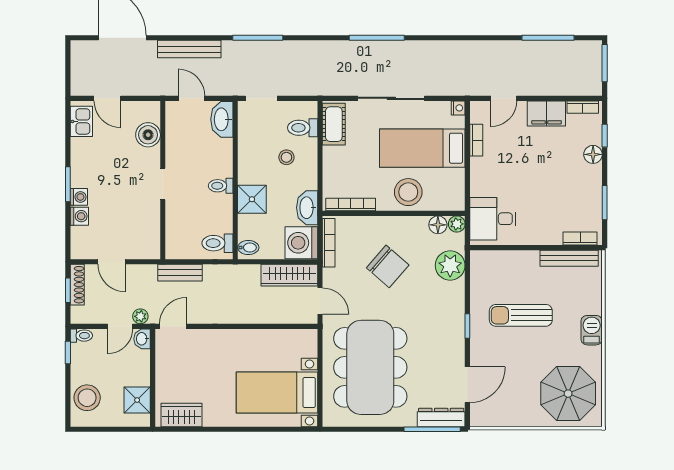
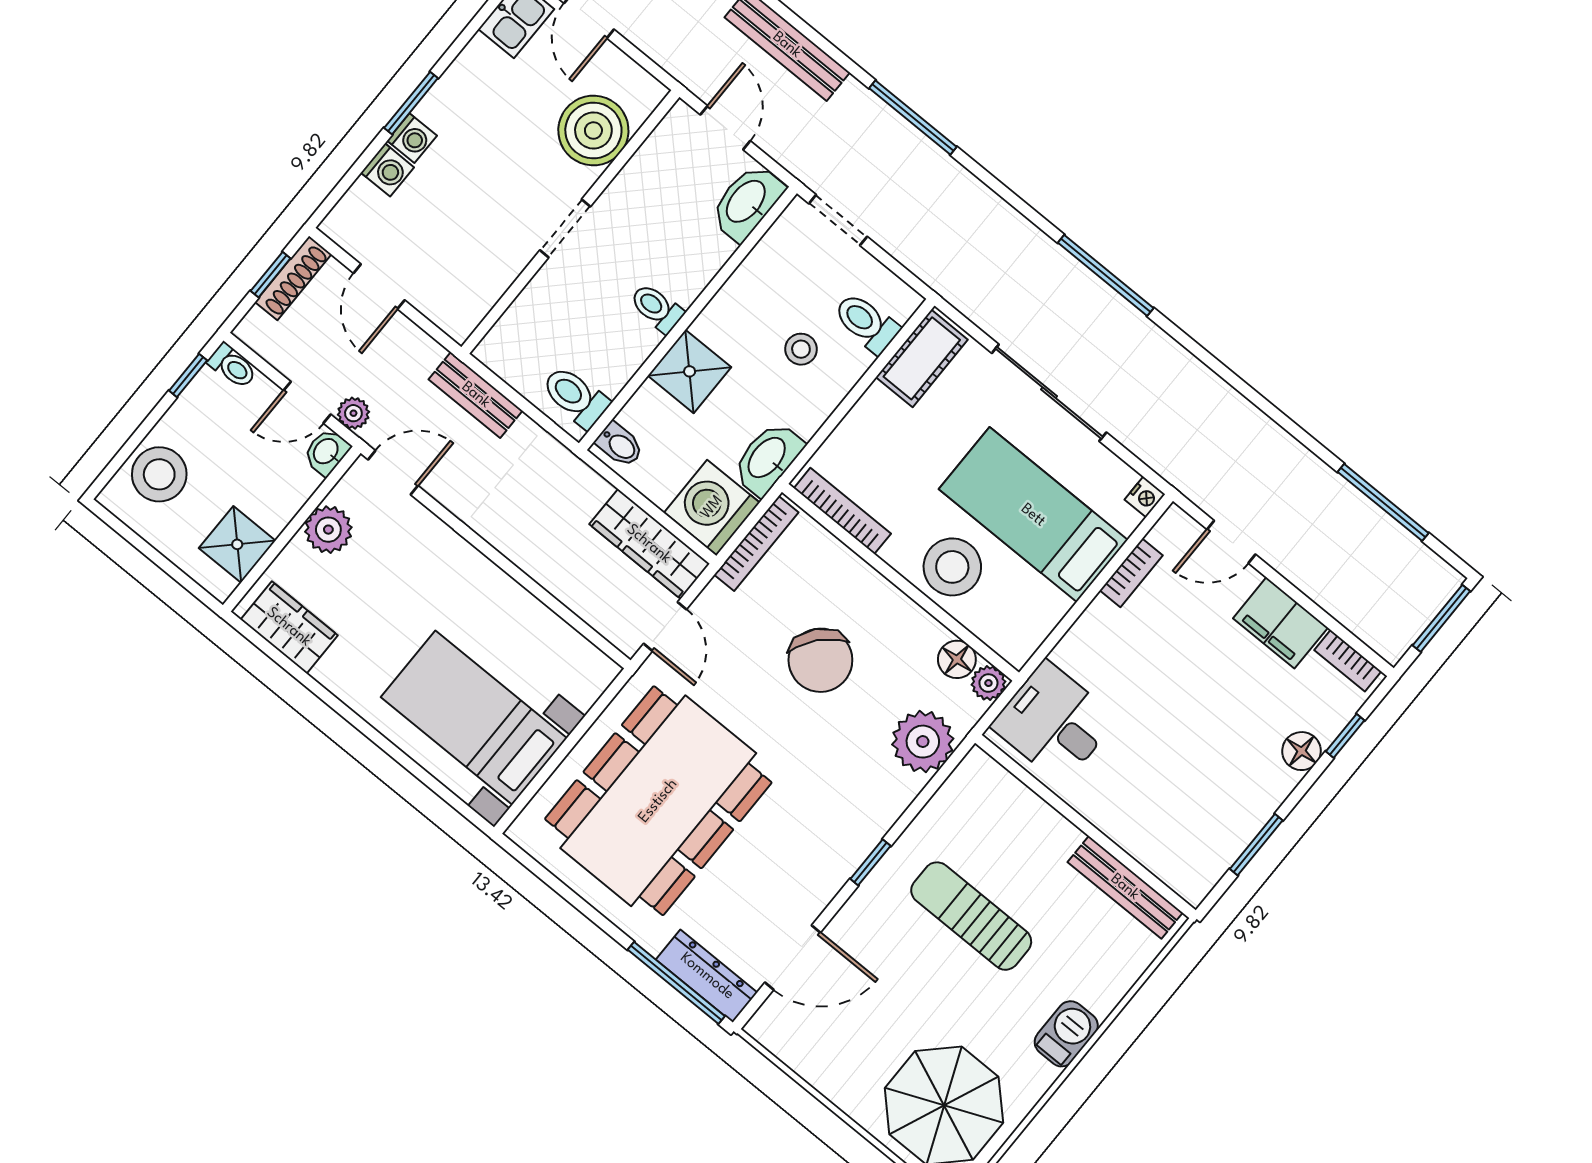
boiler: (148, 135) -> (593, 130), width x1.37, depth x1.37
bookcase: (580, 239) -> (1169, 870), removed
plant: (166, 367) -> (328, 530), added

